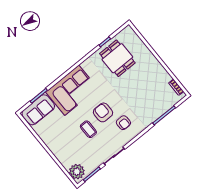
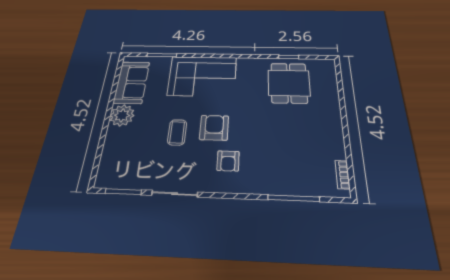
sofa: (38, 110) -> (132, 82), moved, turned -90
plant: (77, 172) -> (122, 115), moved

